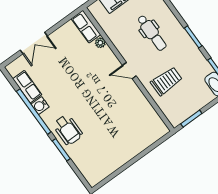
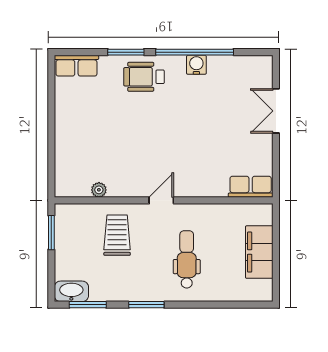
dental chair: (152, 33) -> (187, 259), turned 90
plant: (100, 43) -> (99, 190), moved
trolley: (166, 81) -> (117, 235), turned 180
row of seats: (27, 87) -> (76, 66), moved

